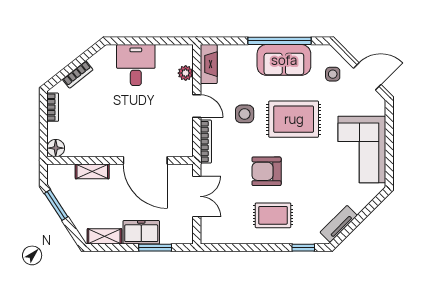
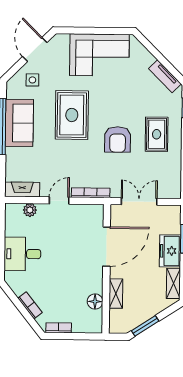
side table: (245, 114) -> (67, 158), removed
floor lamp: (56, 148) -> (95, 302), moved

